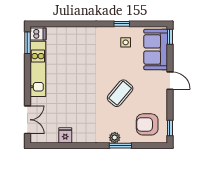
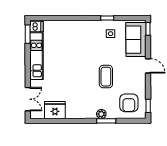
coffee table: (120, 93) -> (106, 77), turned -40
armchair: (147, 124) -> (129, 103), turned -90
fridge: (65, 135) -> (55, 110), width x1.88, depth x1.34

